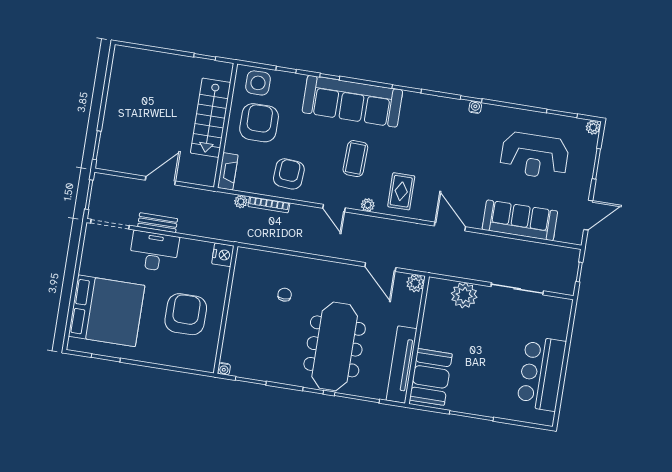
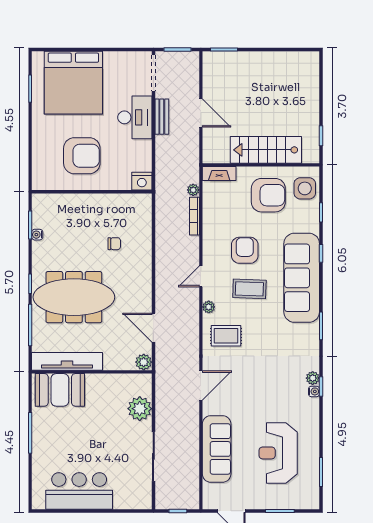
plant: (593, 127) -> (313, 378), moved
armchair: (289, 174) -> (245, 250), moved, turned -94
door: (380, 267) -> (153, 328), hinge flipped
water cooler: (224, 369) -> (37, 235), moved

